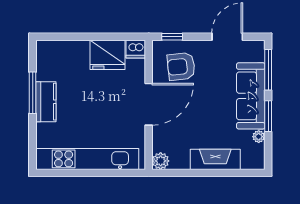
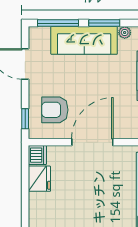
fridge: (107, 55) -> (39, 179), width x0.73, depth x0.75
armchair: (181, 67) -> (55, 110), turned 96
door: (149, 104) -> (92, 142), hinge flipped

